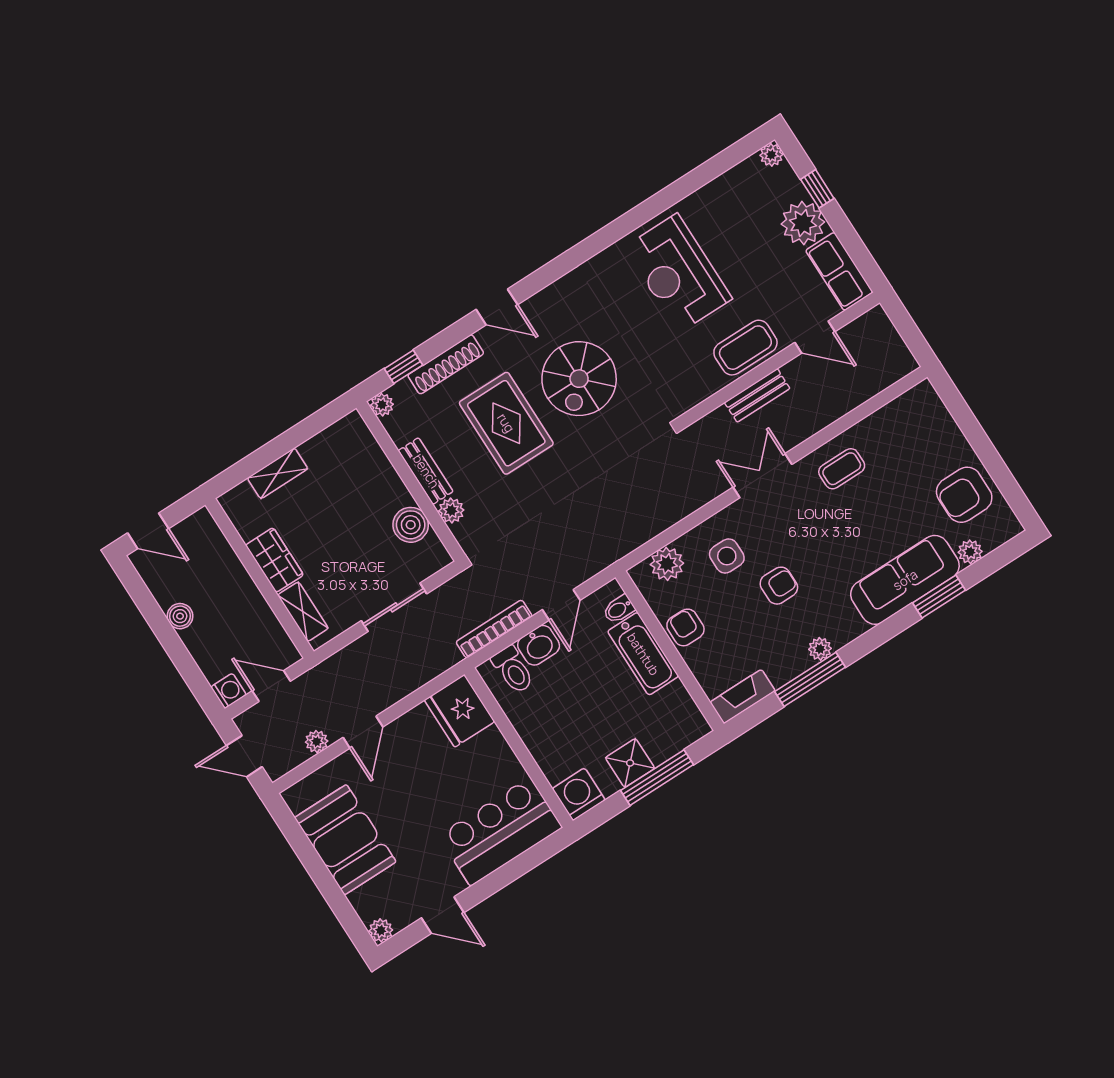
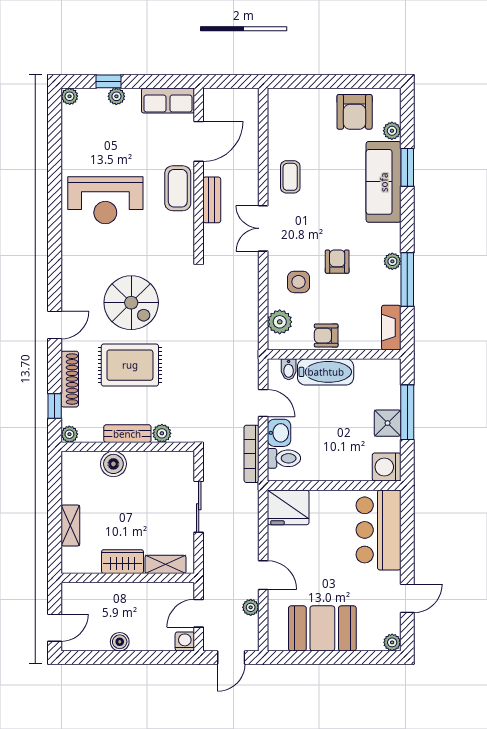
plant: (803, 223) -> (116, 96), width x0.53, depth x0.53
door: (815, 337) -> (199, 141), width x1.38
boiler: (411, 525) -> (113, 464), moved

